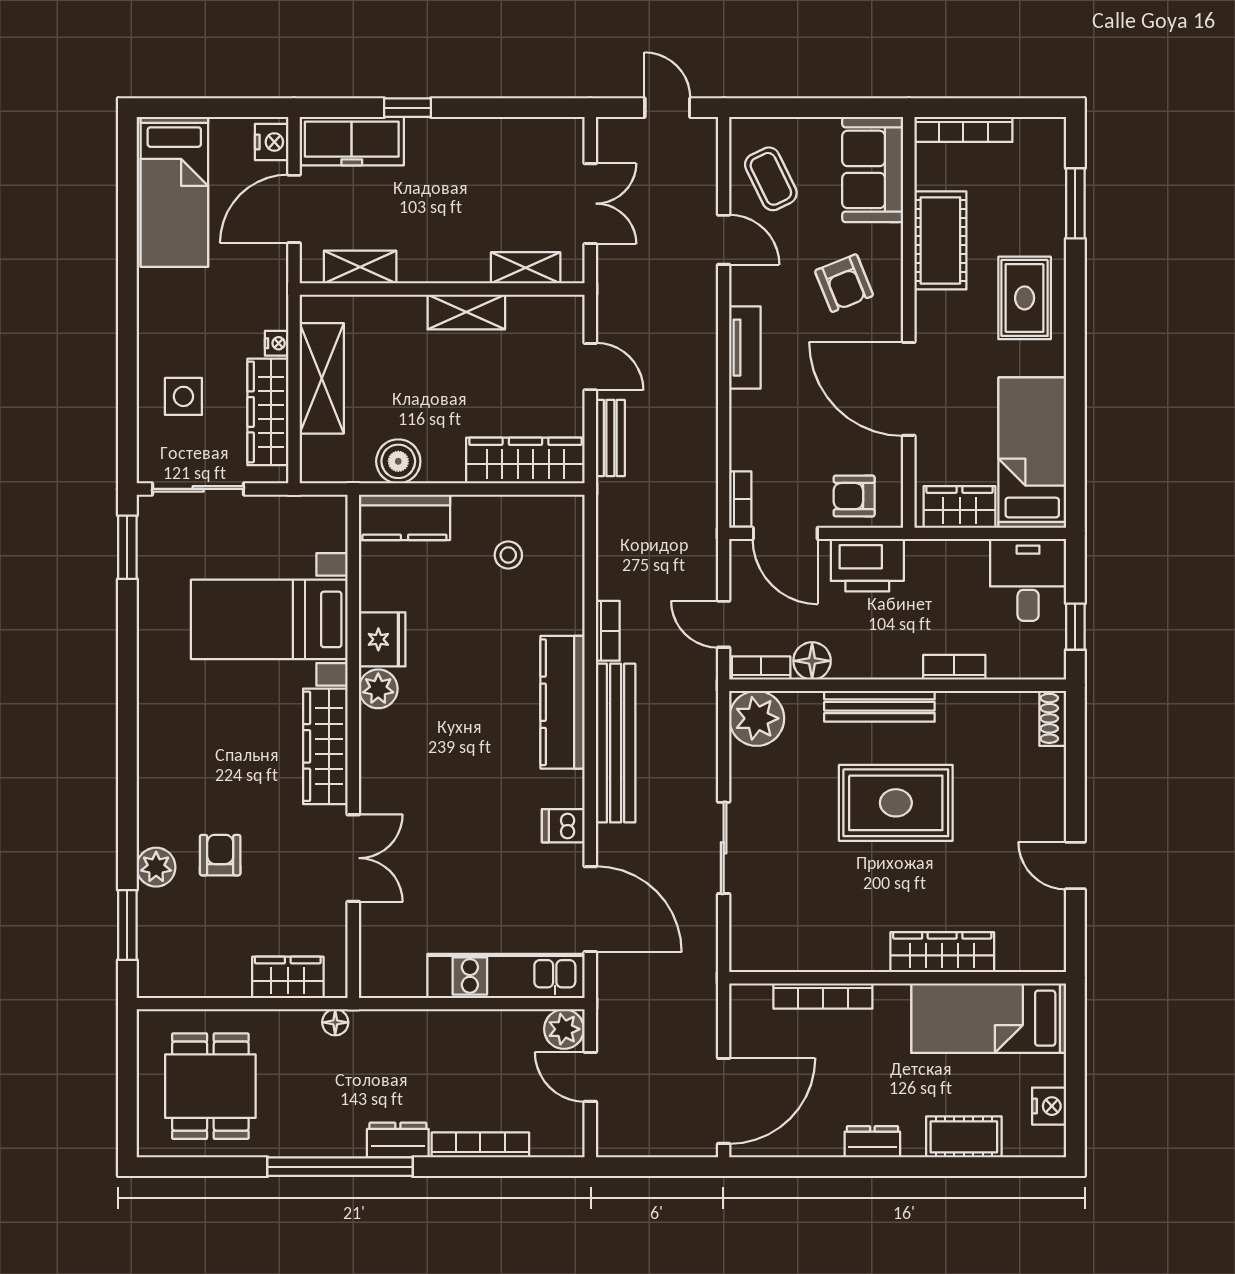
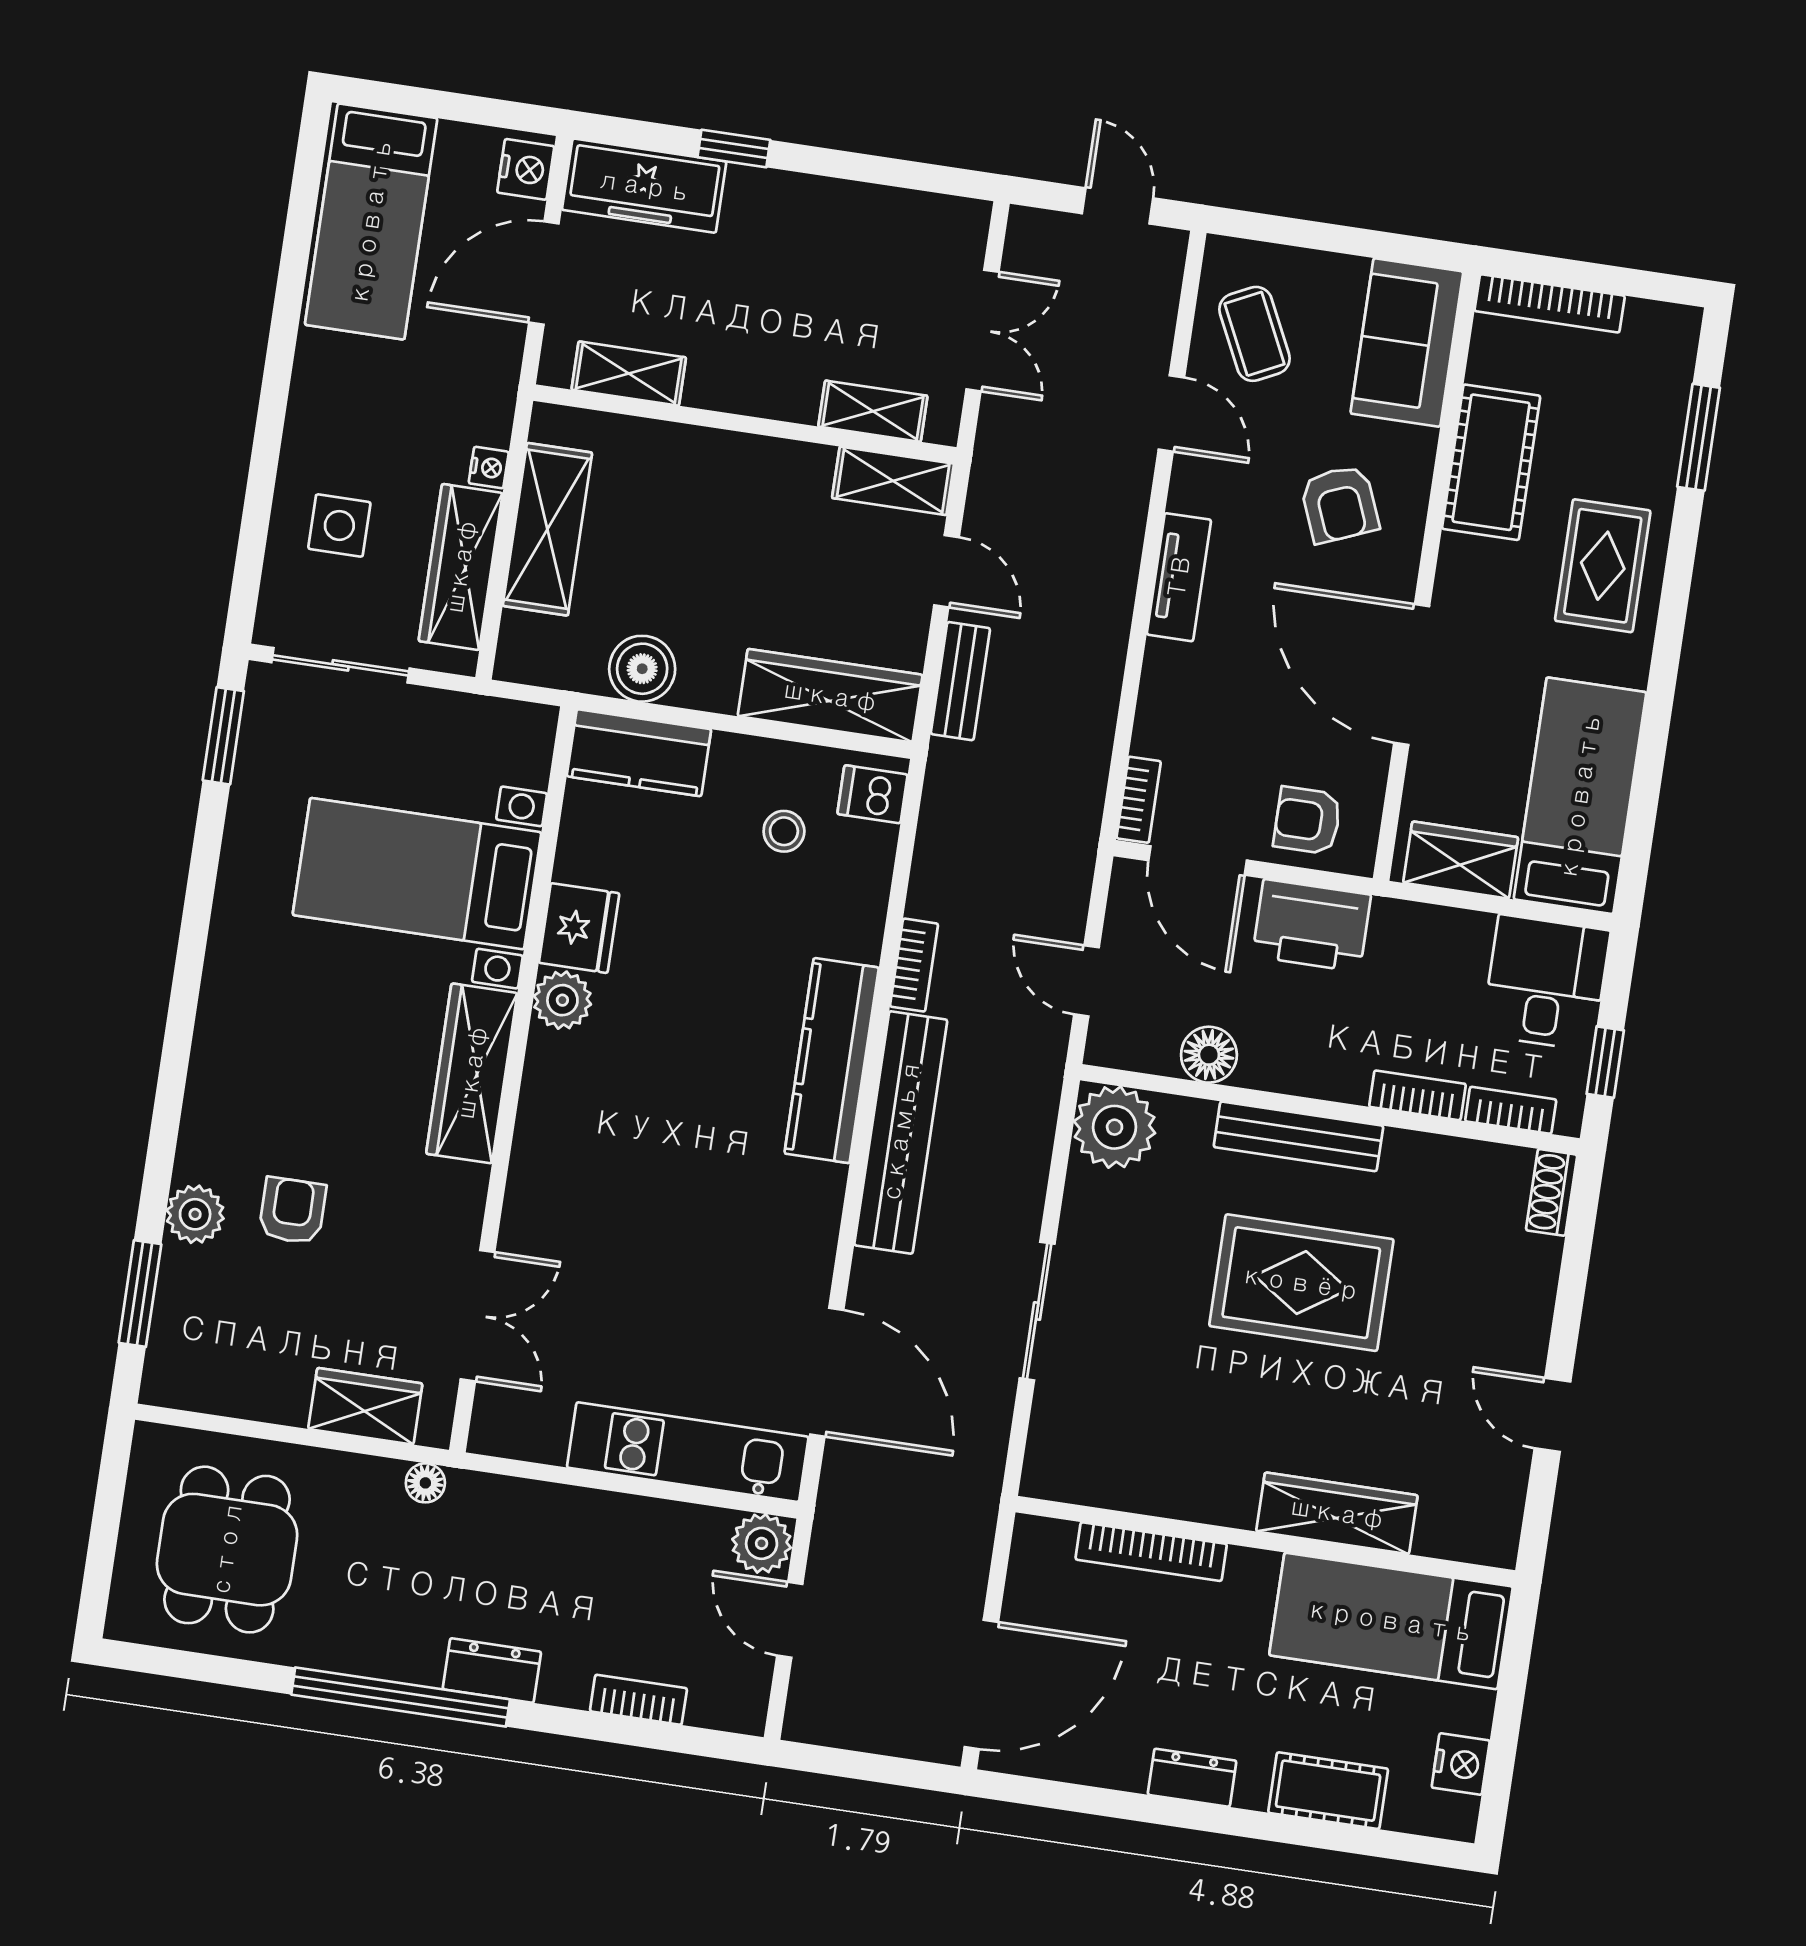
shelving: (466, 312) -> (893, 481), moved
bookcase: (761, 668) -> (1511, 1110), moved
dishwasher: (563, 826) -> (872, 794), moved
double door: (353, 858) -> (478, 1316), moved
bookcase: (480, 1145) -> (638, 1700), width x0.64

